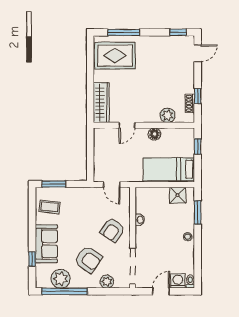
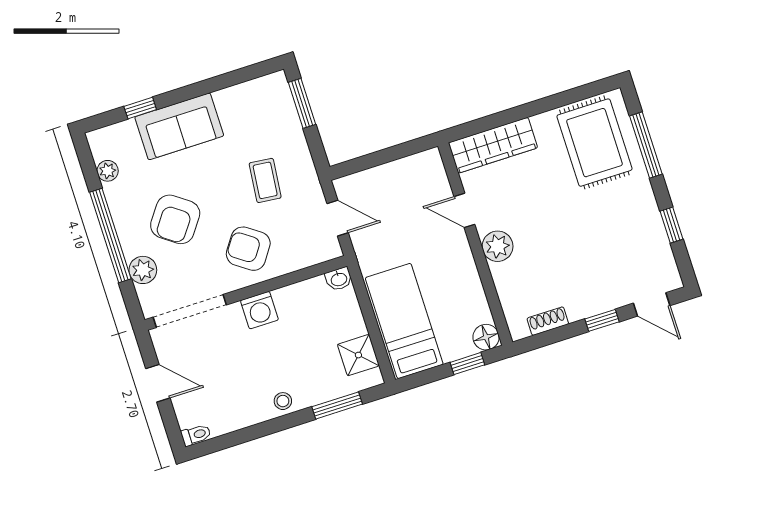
window: (178, 32) -> (672, 225), moved
window: (198, 96) -> (602, 320), moved
plant: (168, 115) -> (498, 246), moved
floor lamp: (155, 134) -> (486, 337), moved
door: (112, 185) -> (338, 218), swing flipped
coffee table: (50, 207) -> (265, 180), moved
washbasin: (140, 220) -> (339, 279), moved
plant: (61, 279) -> (108, 171), width x0.53, depth x0.53
washing machine: (178, 281) -> (259, 310), moved, turned 90
window: (65, 291) -> (110, 235), moved

